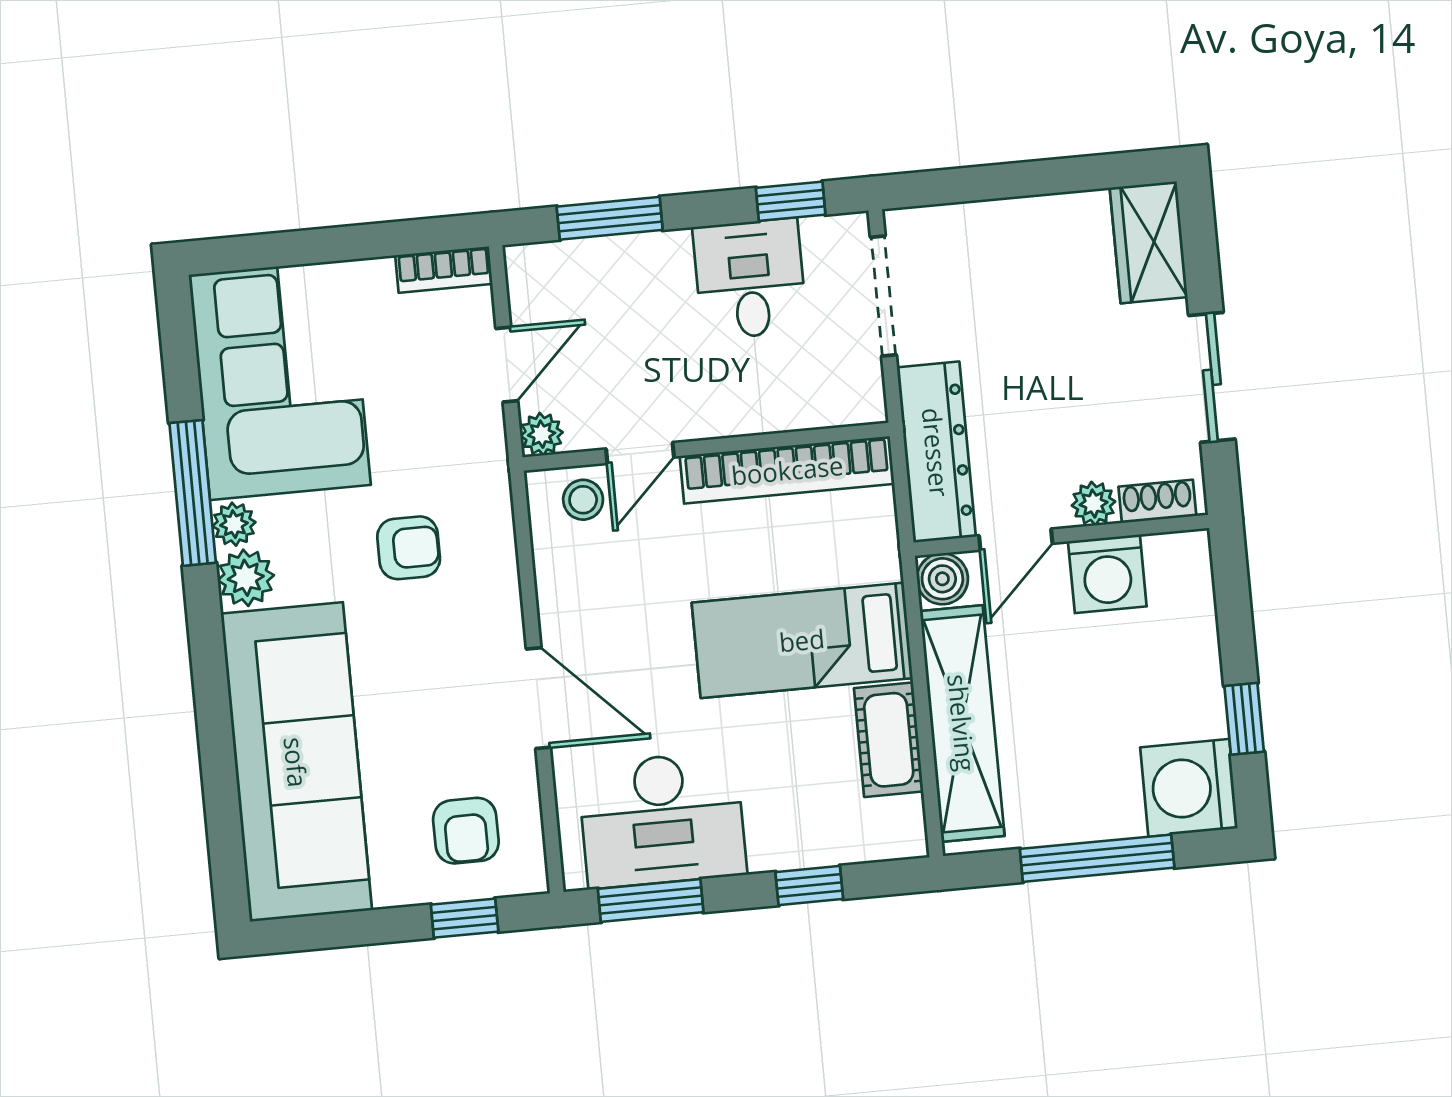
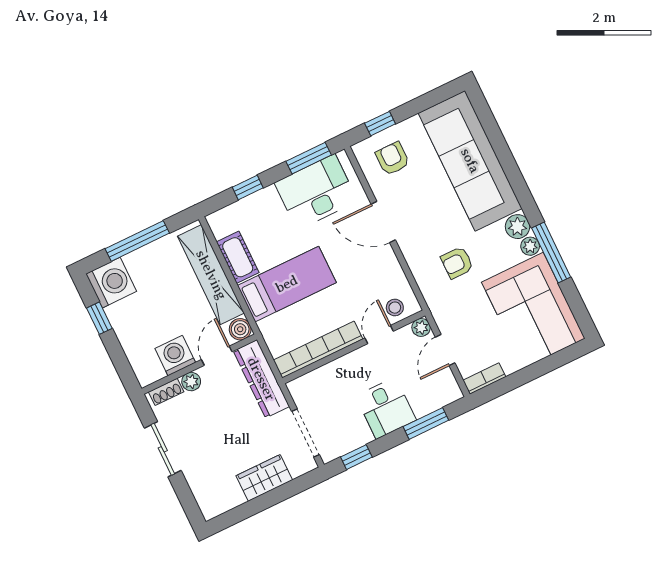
wardrobe: (1149, 242) -> (264, 478), moved, turned -90
desk: (750, 279) -> (386, 408), moved

